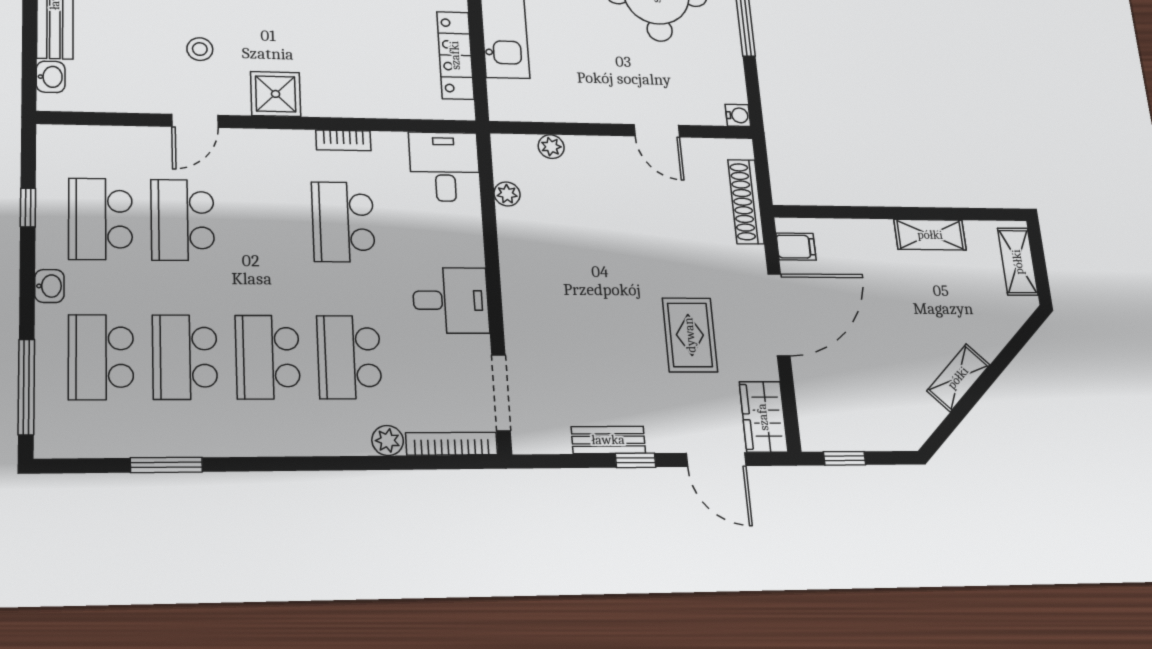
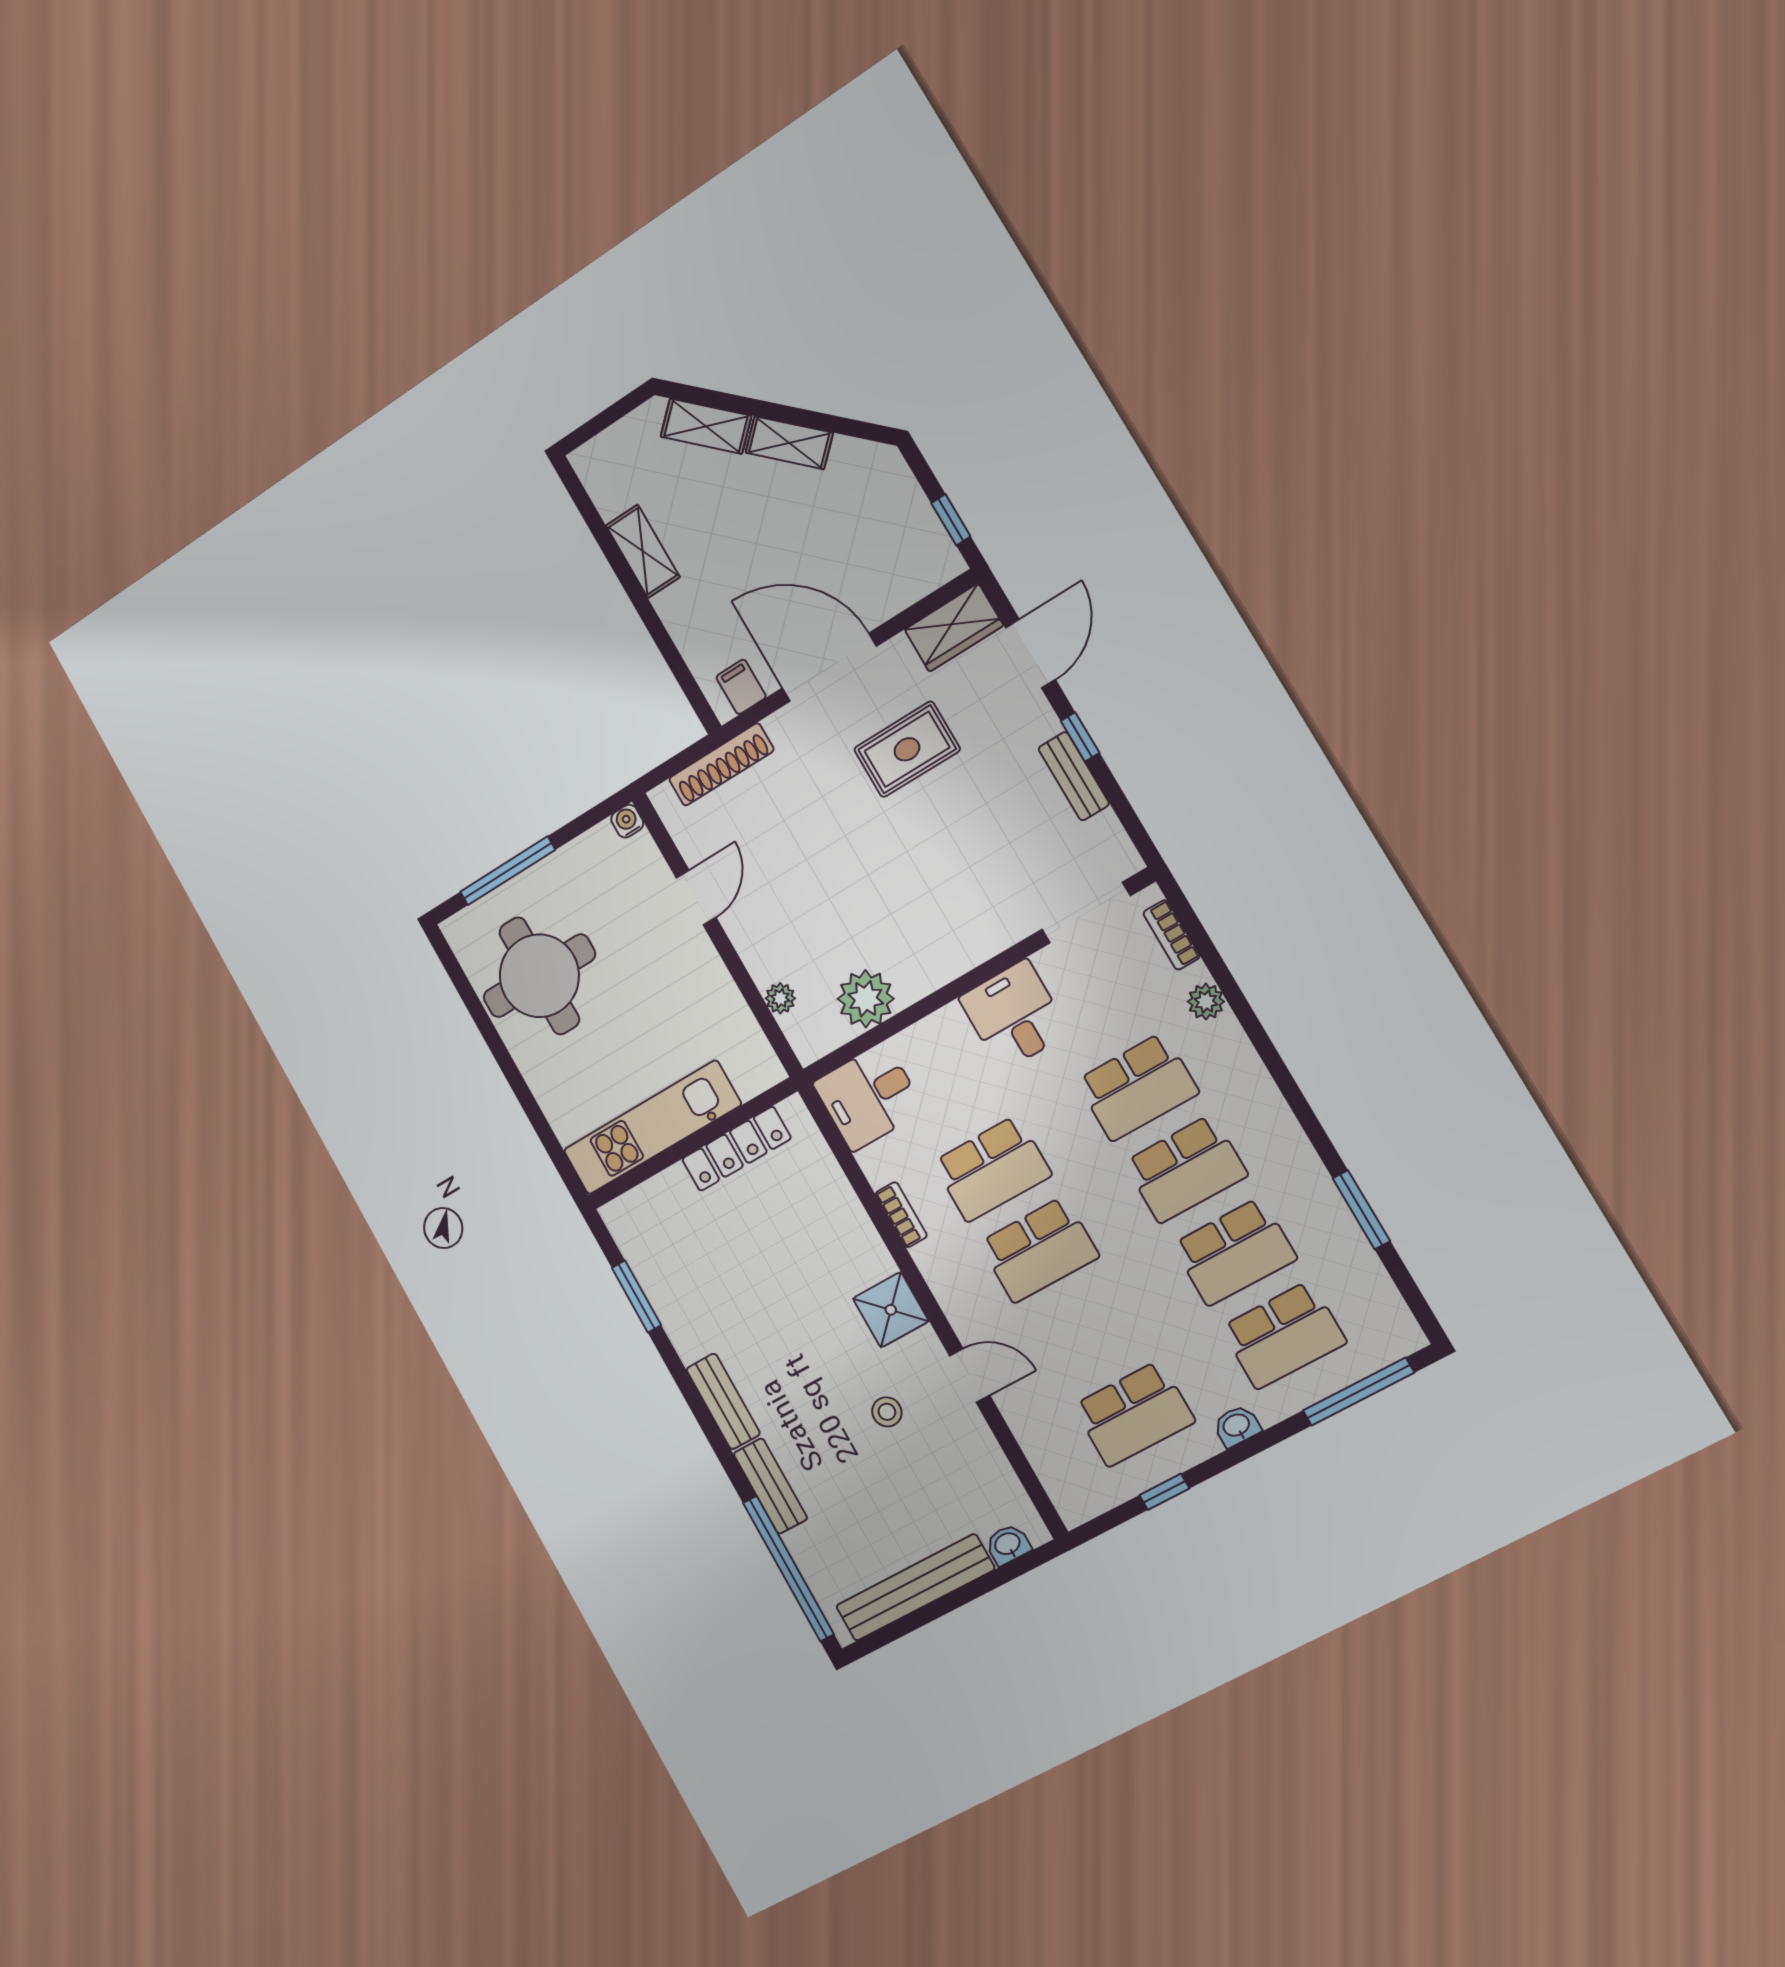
plant: (507, 194) -> (866, 999), width x1.87, depth x1.87
school desk: (183, 220) -> (1039, 1250), moved
shelving: (1018, 262) -> (706, 426), moved, turned 45
bookcase: (452, 444) -> (1172, 935), width x0.64

